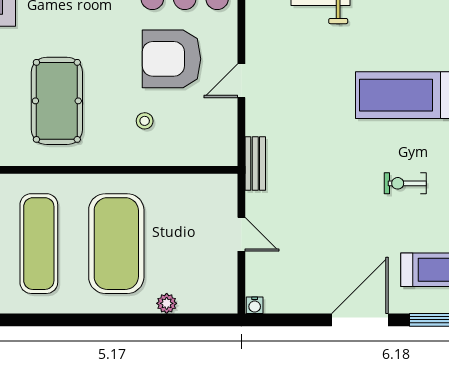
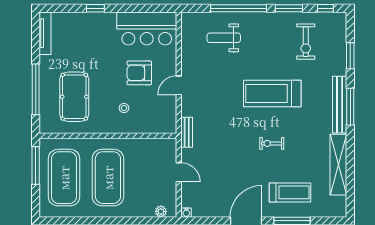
armchair: (171, 59) -> (139, 73), width x0.73, depth x0.73
exercise mat: (39, 244) -> (64, 178), width x1.47
plant: (167, 303) -> (161, 211), moved

